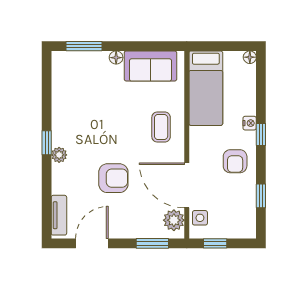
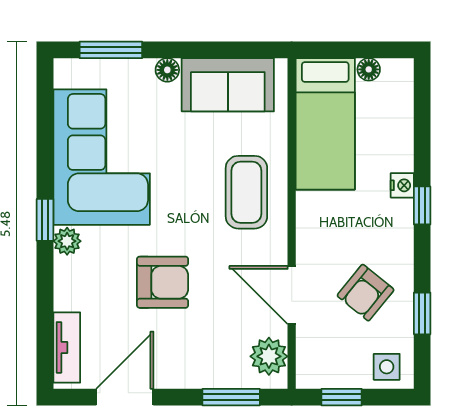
floor lamp: (250, 57) -> (369, 69), moved
corner sofa: (79, 107) -> (102, 157), added
coffee table: (161, 127) -> (246, 192), width x1.36, depth x1.30
armchair: (235, 161) -> (366, 293), moved, turned 39
door: (187, 185) -> (292, 295), width x0.73
side table: (200, 218) -> (387, 367), moved

